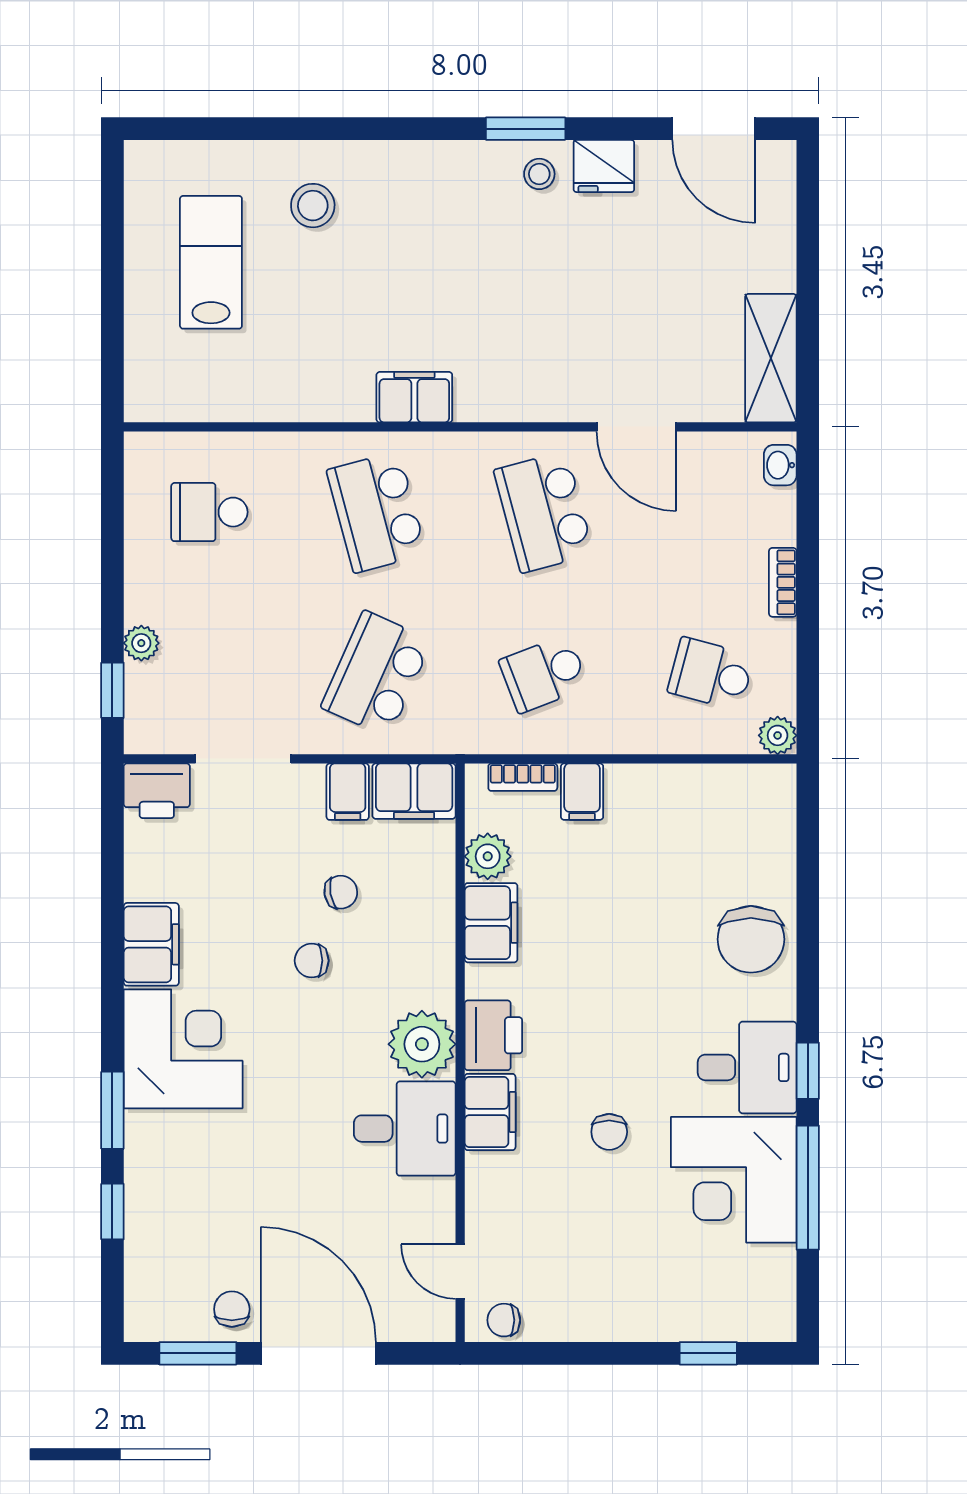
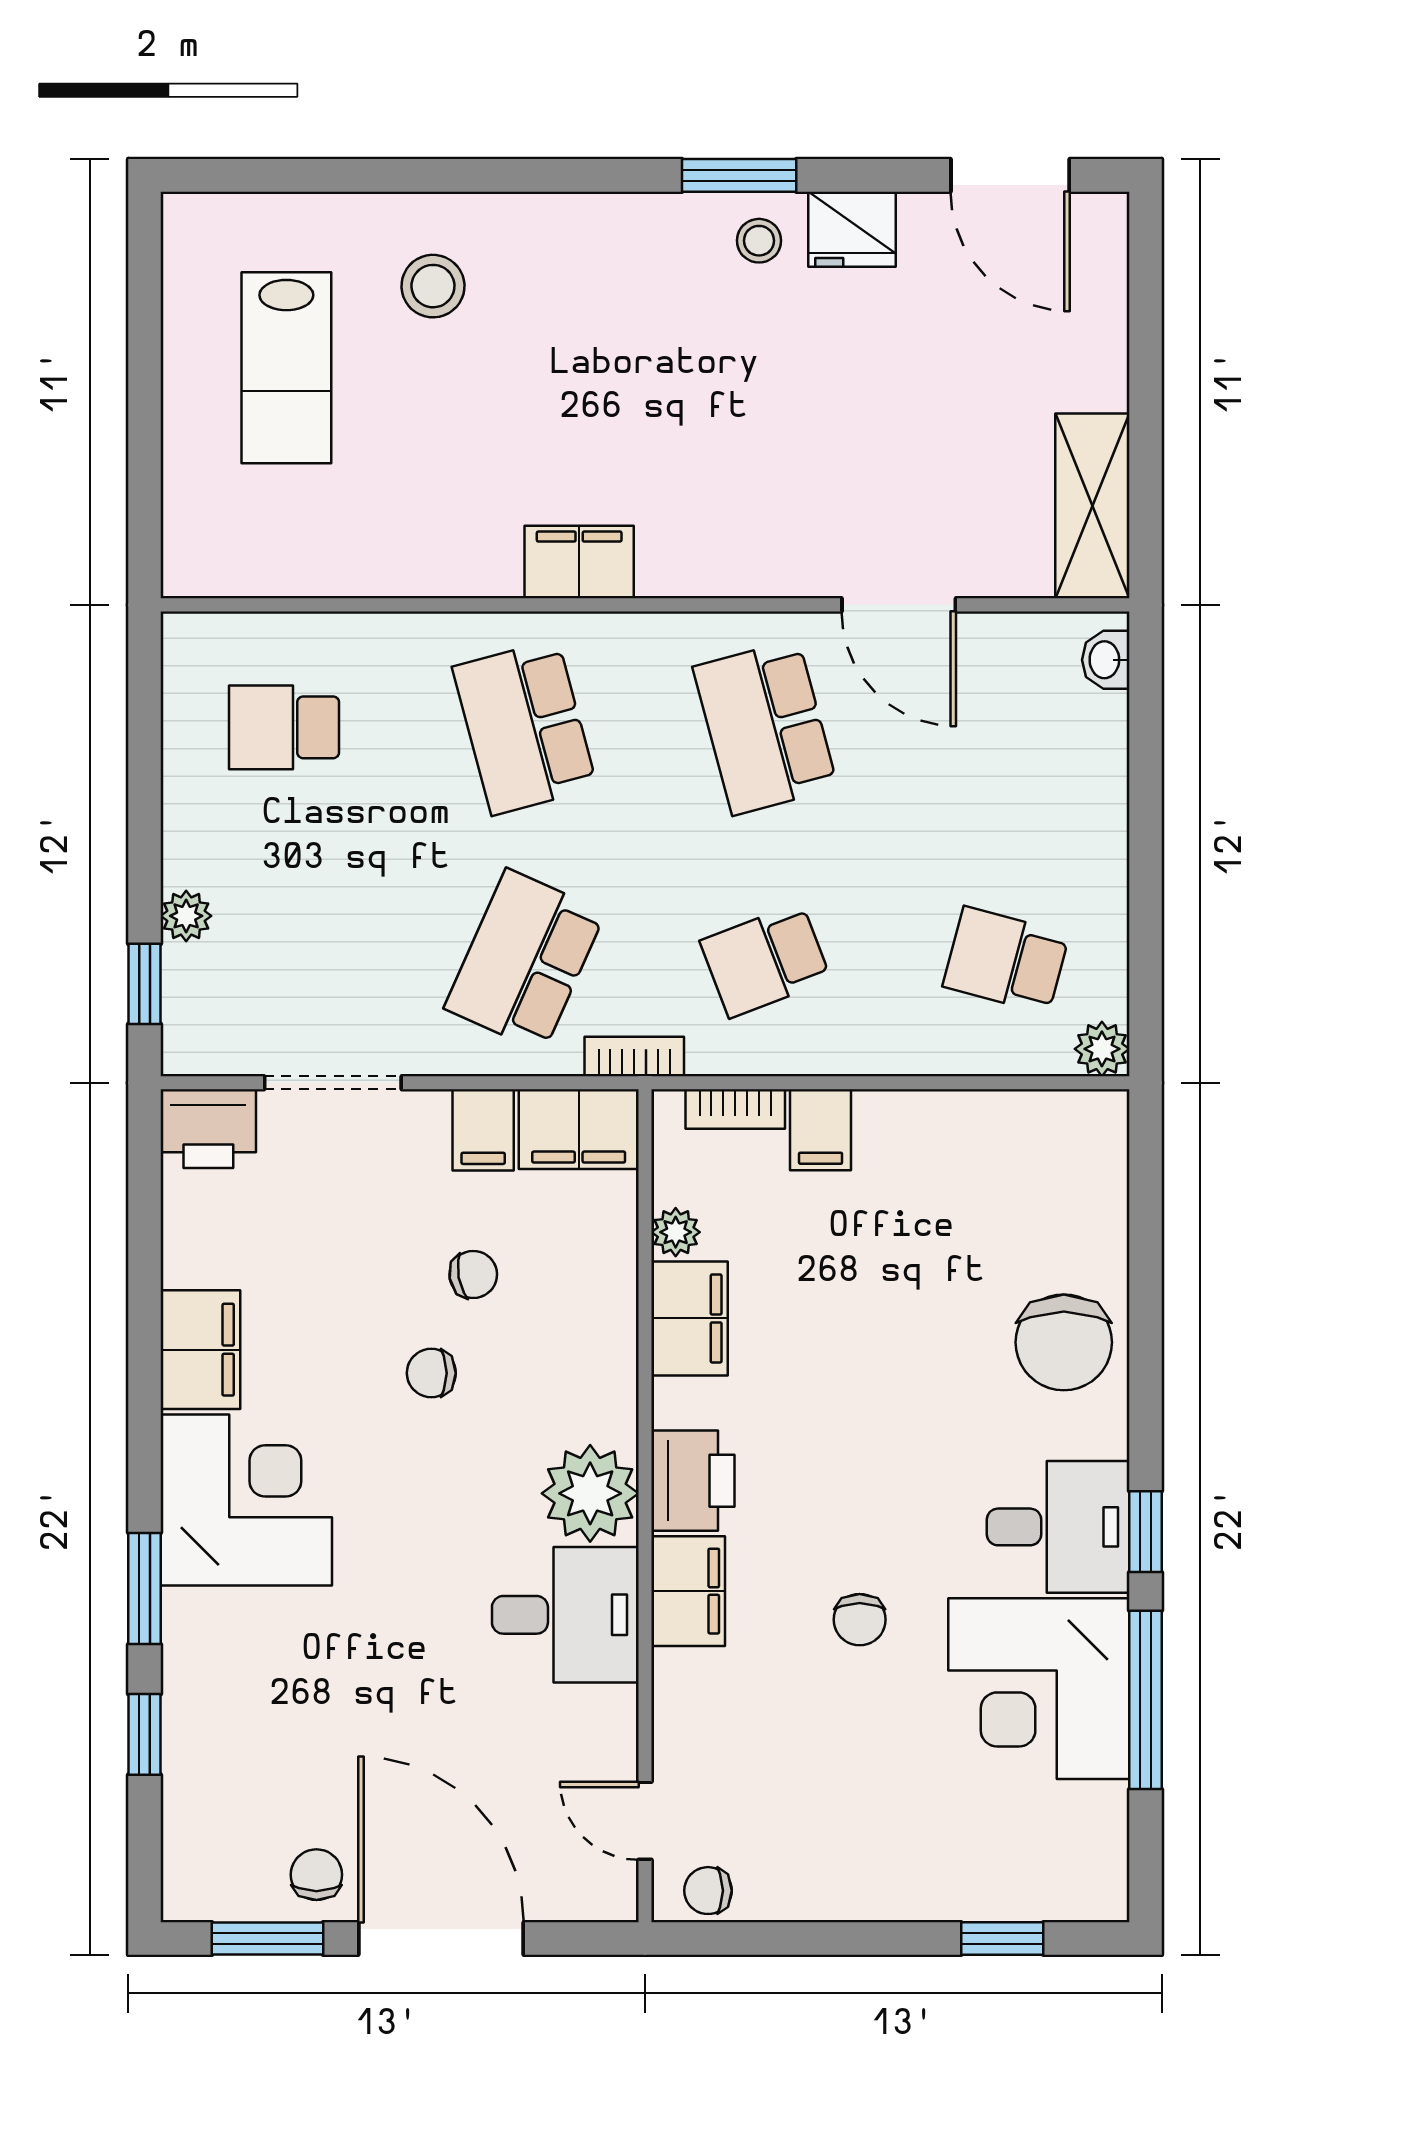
lab bench: (211, 262) -> (286, 368), turned 180
bookcase: (783, 582) -> (634, 1056), moved, turned 90
plant: (488, 856) -> (676, 1232), width x0.73, depth x0.73

